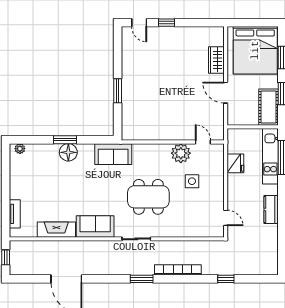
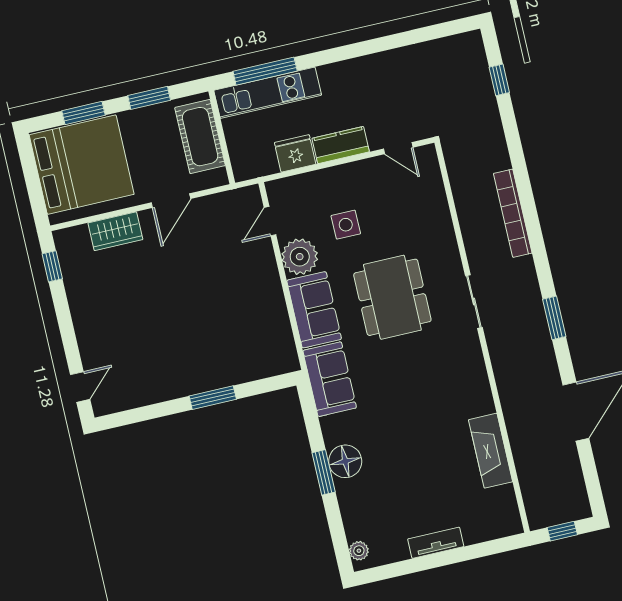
window: (167, 23) -> (52, 266), moved
cot: (268, 107) -> (200, 137), moved, turned 90
kitchen counter: (271, 210) -> (341, 145), moved, turned 180
tv unit: (15, 214) -> (436, 543), moved
door: (226, 218) -> (398, 148), swing flipped
sofa: (95, 227) -> (314, 310), moved, turned 180
window: (142, 279) -> (554, 318), moved
window: (226, 279) -> (499, 80), moved

